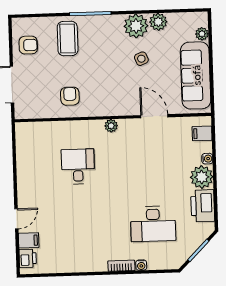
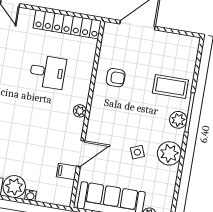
plant: (158, 22) -> (178, 120), moved
armchair: (28, 45) -> (172, 48), removed
filing cabinet: (202, 133) -> (67, 172), moved, turned -90
locker: (26, 156) -> (67, 24), added

